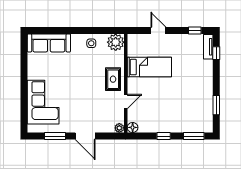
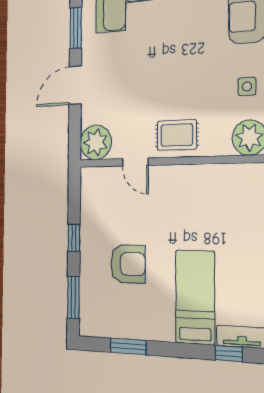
bed: (149, 67) -> (195, 297), moved, turned 180
armchair: (176, 105) -> (128, 264), added
floor lamp: (133, 127) -> (89, 177), removed
plant: (119, 128) -> (96, 142), width x1.88, depth x1.88

